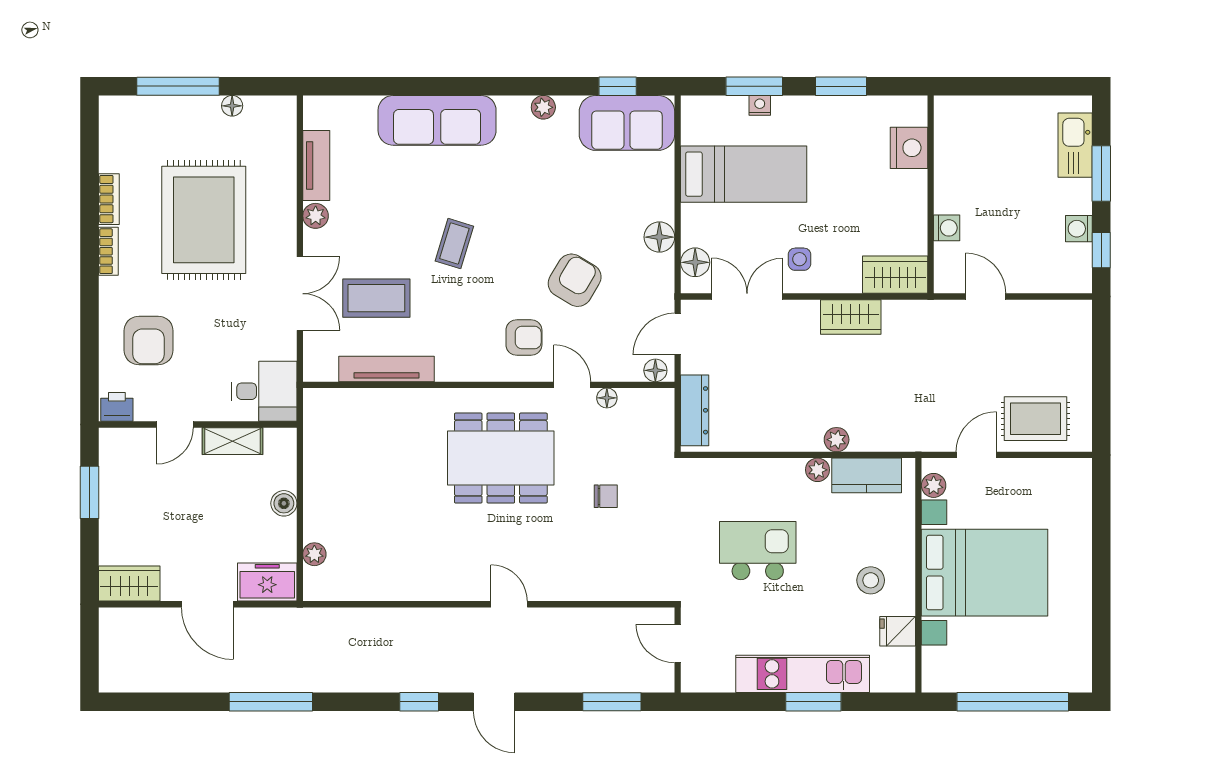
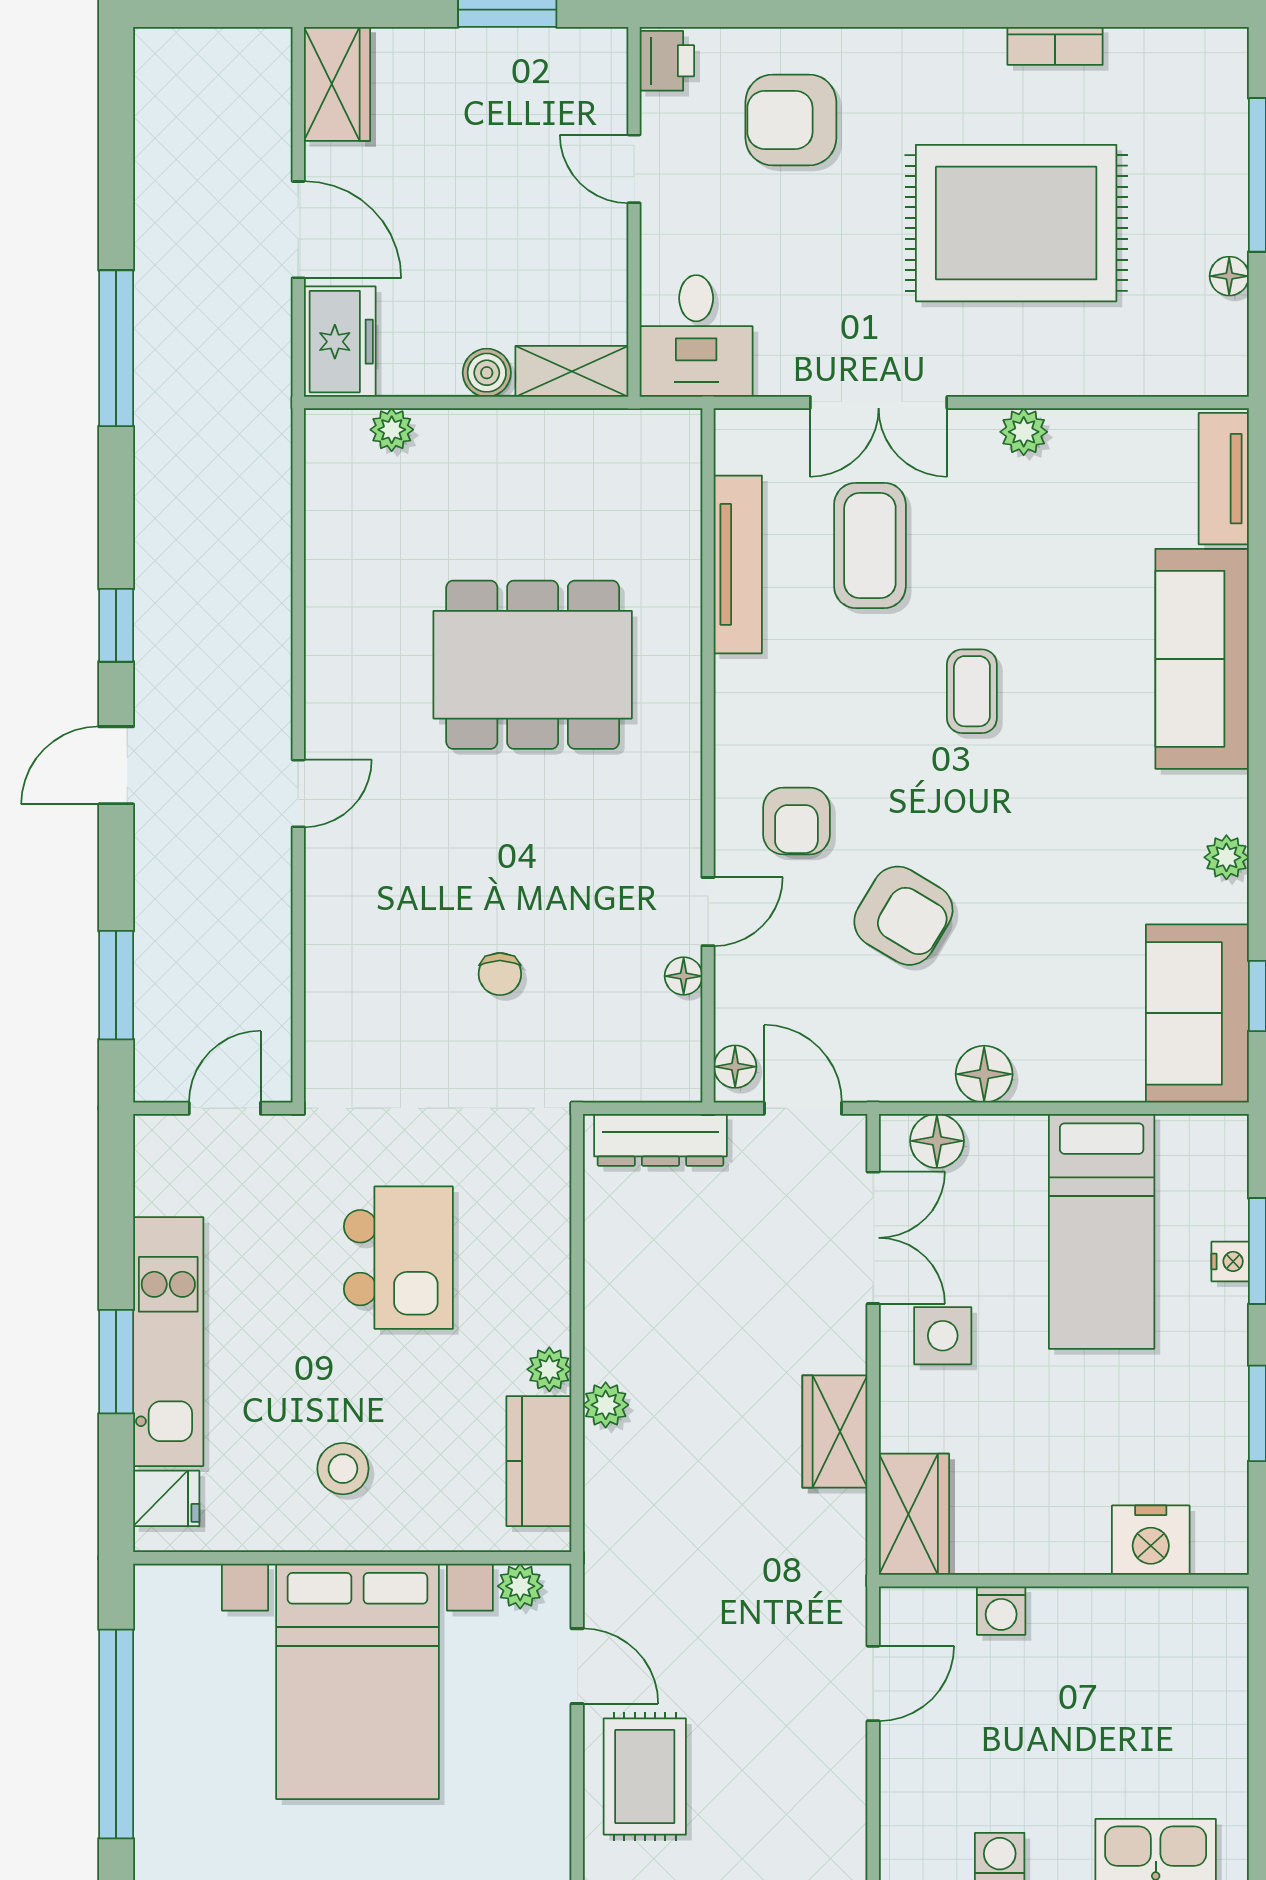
tv unit: (316, 166) -> (1224, 479), moved, turned 90
coffee table: (454, 244) -> (972, 691), turned 73
bookcase: (108, 251) -> (958, 45), removed
side table: (799, 259) -> (943, 1336), width x1.37, depth x1.37
shelving: (233, 441) -> (572, 371), moved, turned 90
dining table: (501, 458) -> (533, 665), moved, turned 90
door: (207, 604) -> (298, 230), swing flipped
fridge: (898, 631) -> (166, 1498), moved, turned 90

